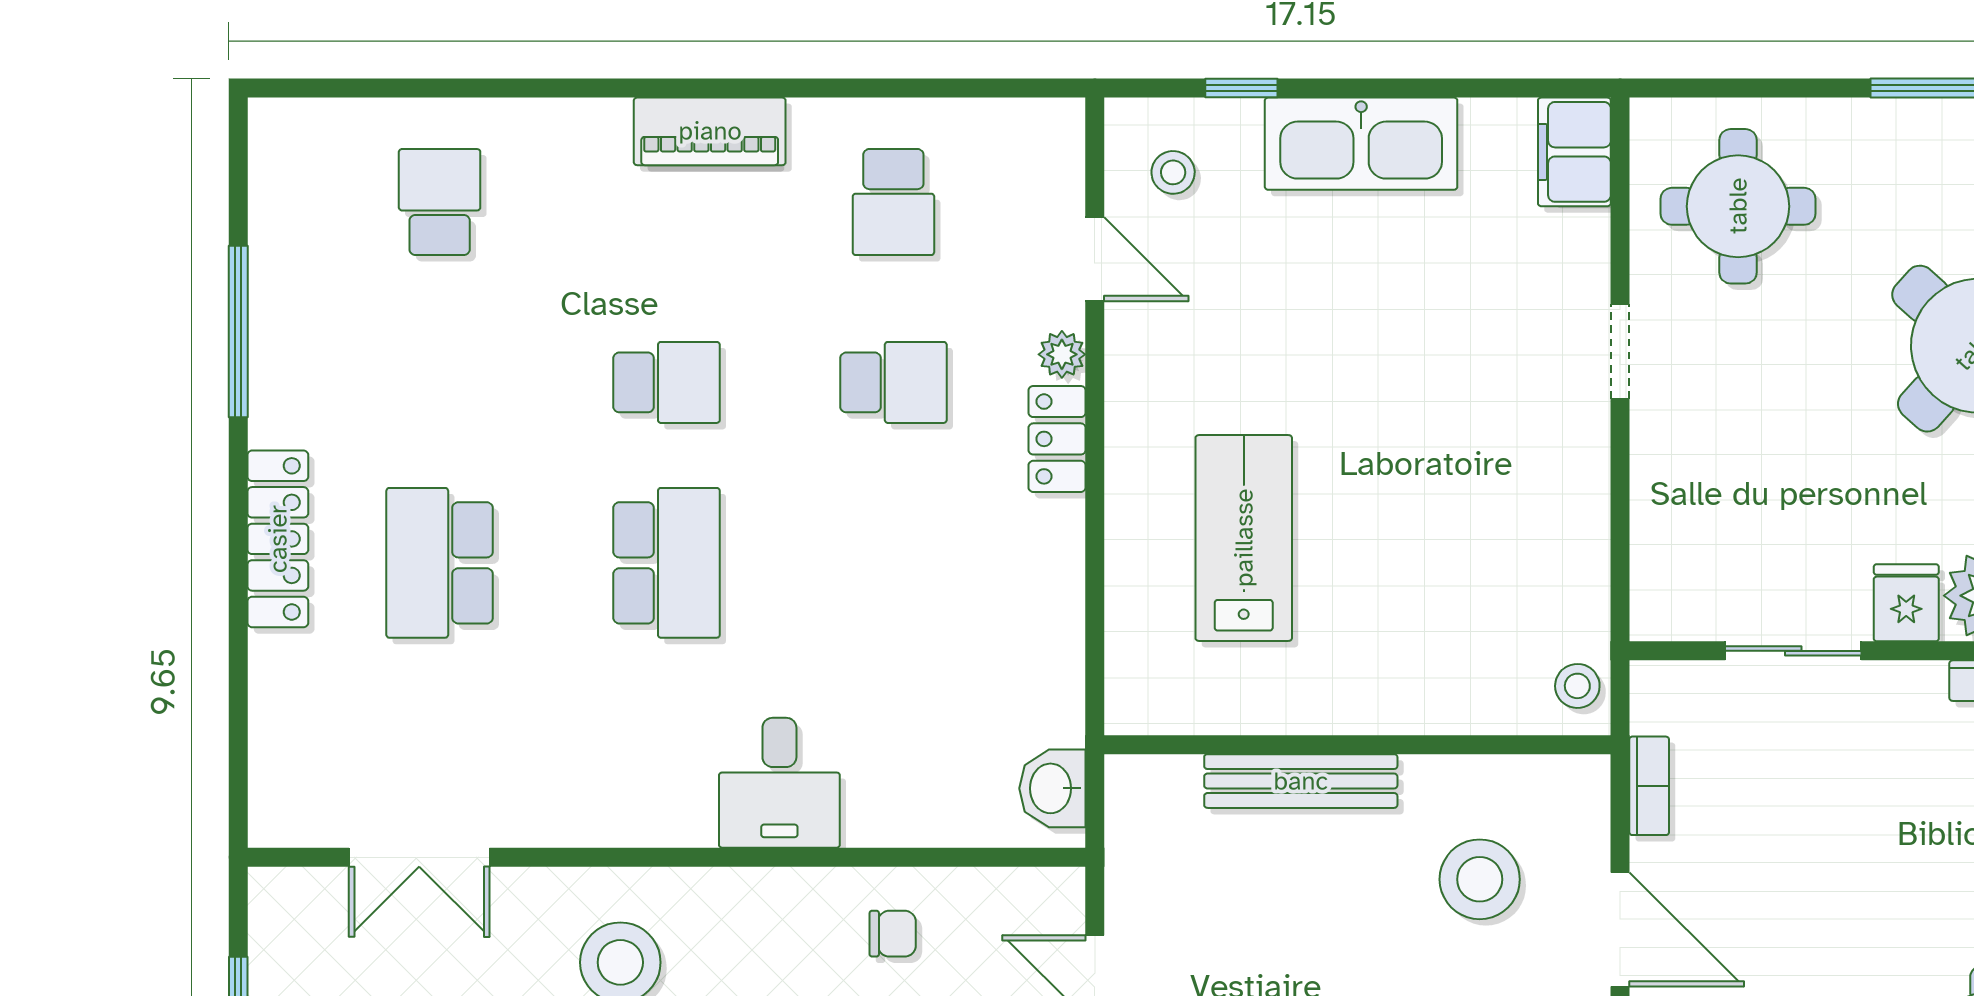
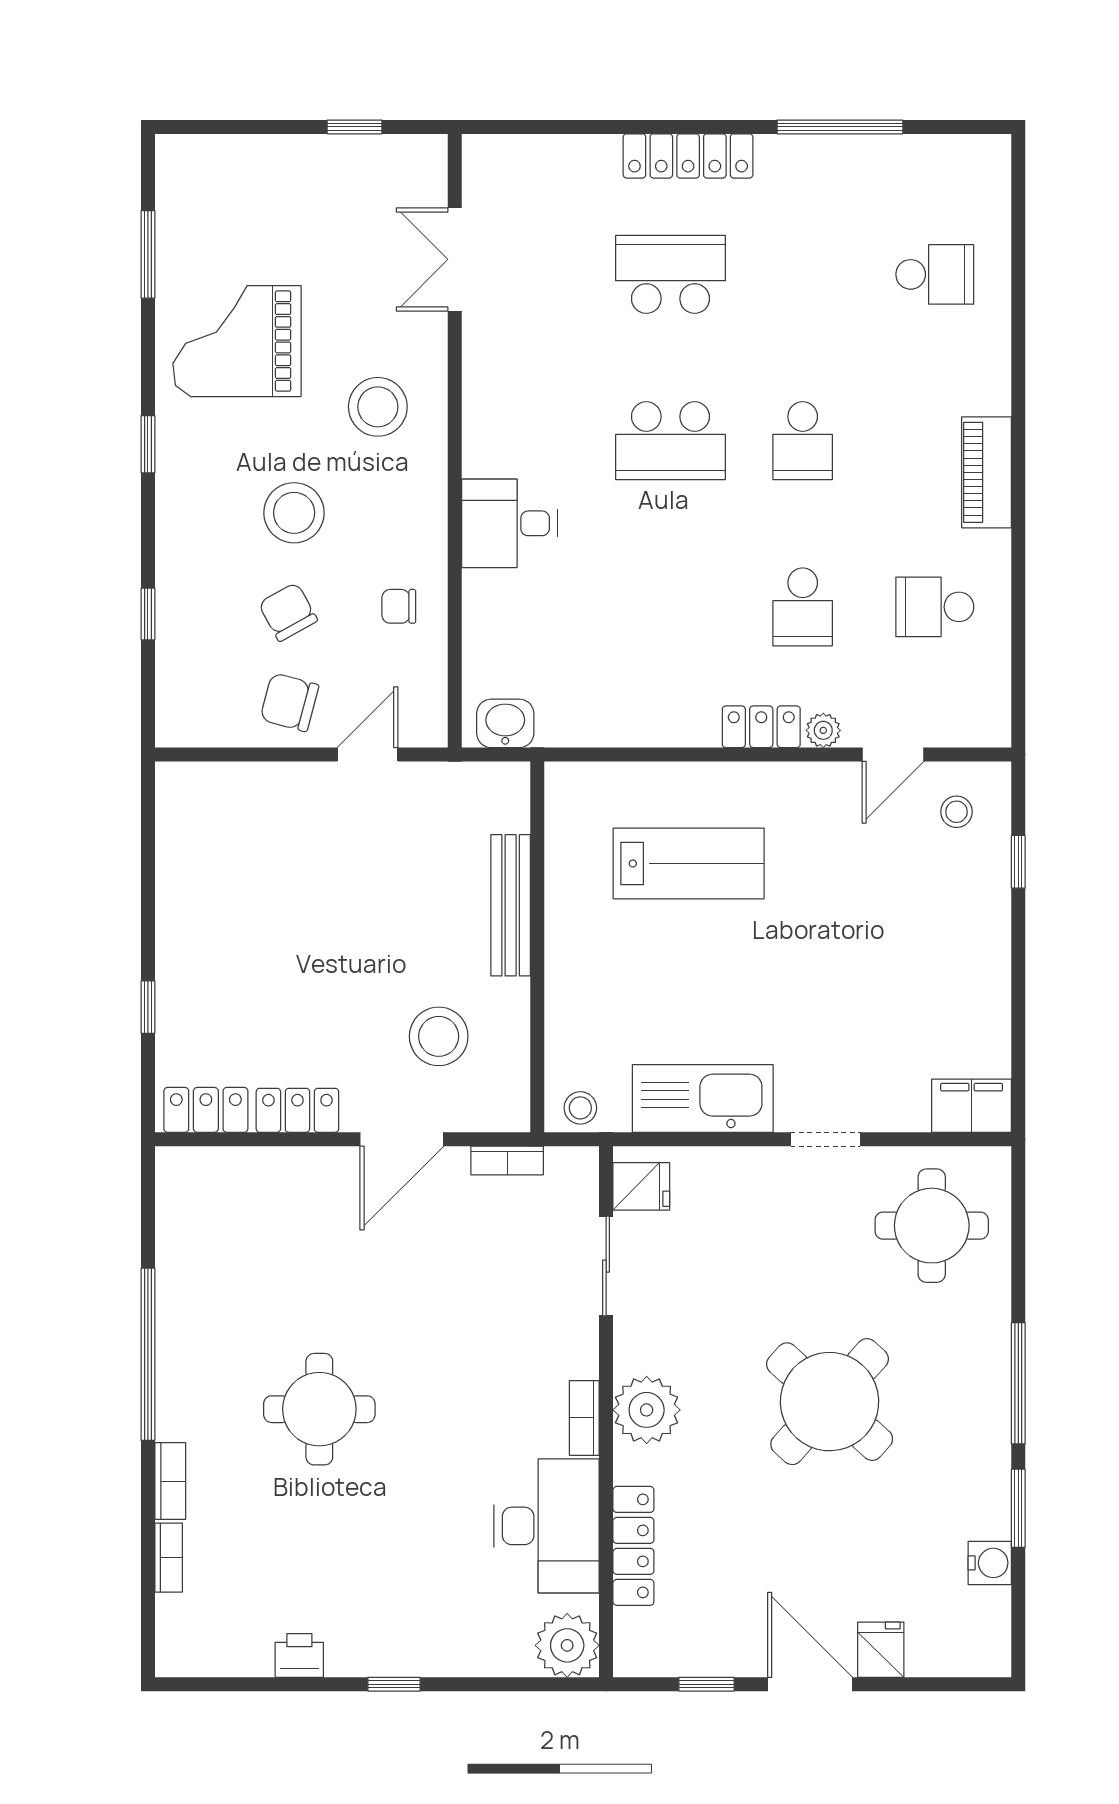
kitchen sink: (1361, 144) -> (703, 1098), moved, turned 90
fridge: (1906, 603) -> (641, 1186), moved
chair: (893, 934) -> (399, 606), turned 90

